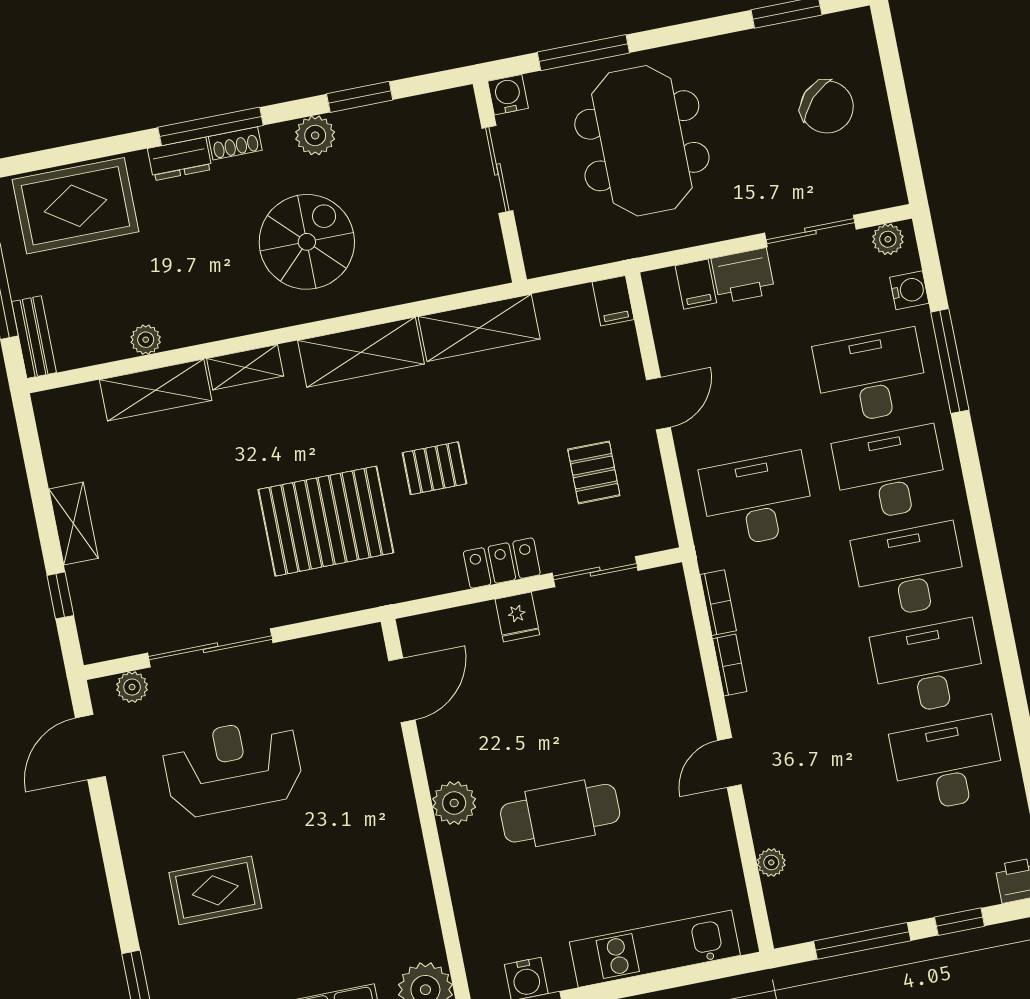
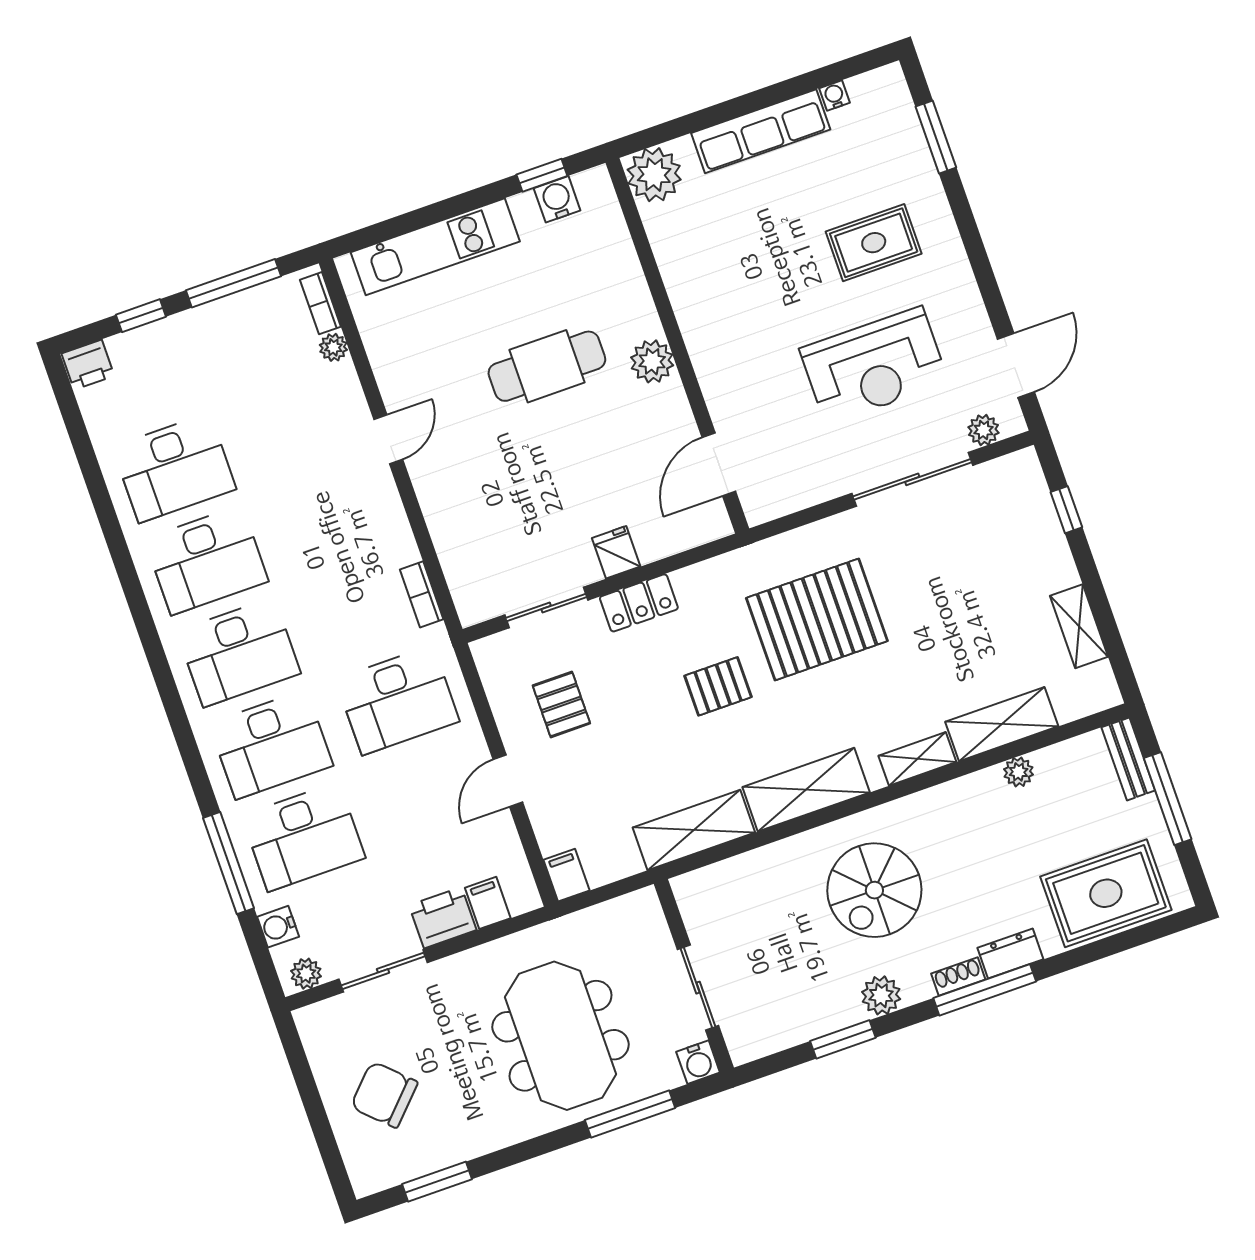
shelving: (74, 524) -> (1079, 626), moved
bookcase: (730, 665) -> (320, 303), moved

